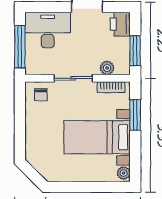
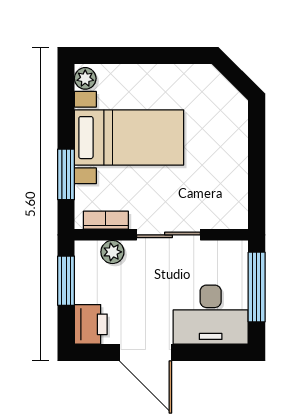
chair: (41, 95) -> (222, 208), removed

